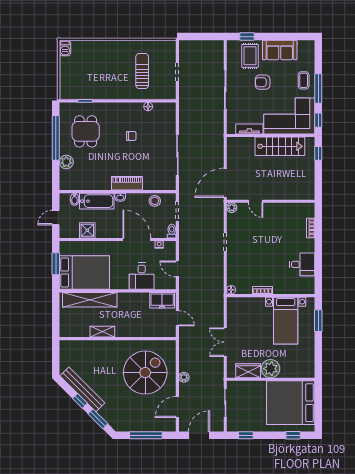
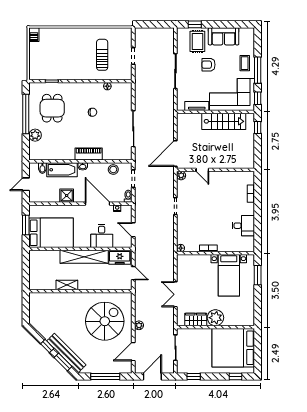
shower: (87, 230) -> (67, 196), moved
shelving: (90, 300) -> (84, 257), moved
bench: (82, 389) -> (66, 353), moved

